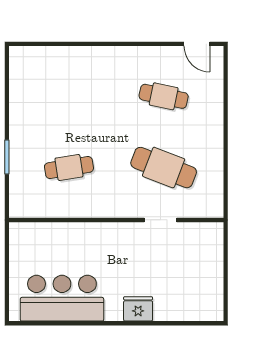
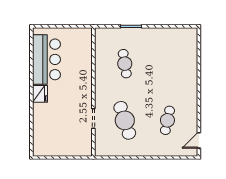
cafe table: (164, 168) -> (125, 120), turned -39
fridge: (138, 309) -> (40, 94), moved

